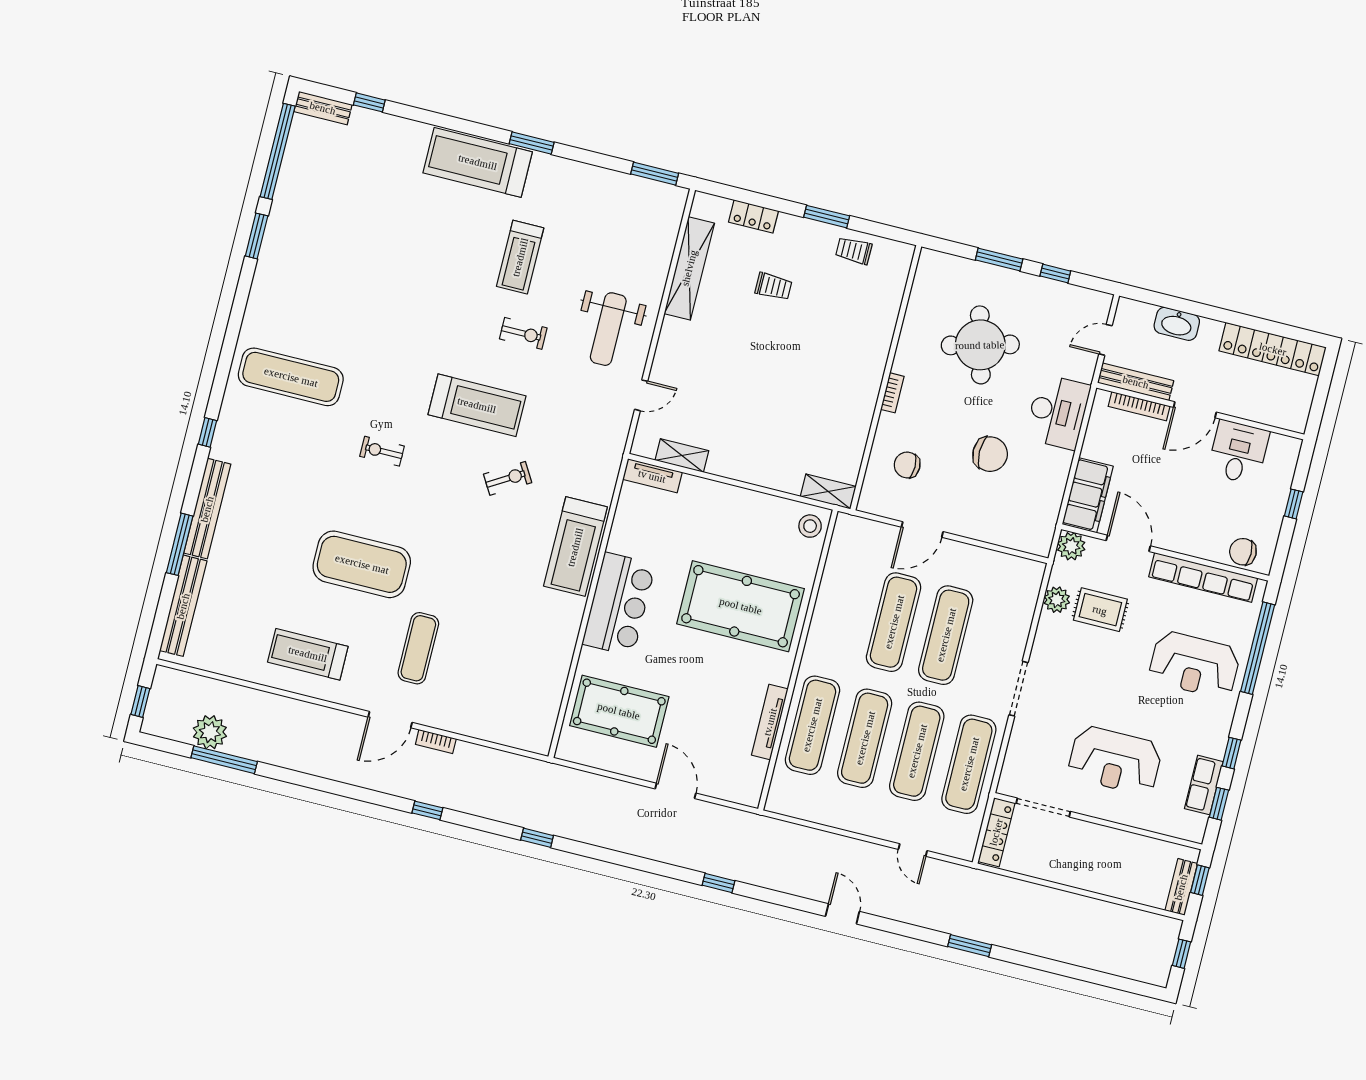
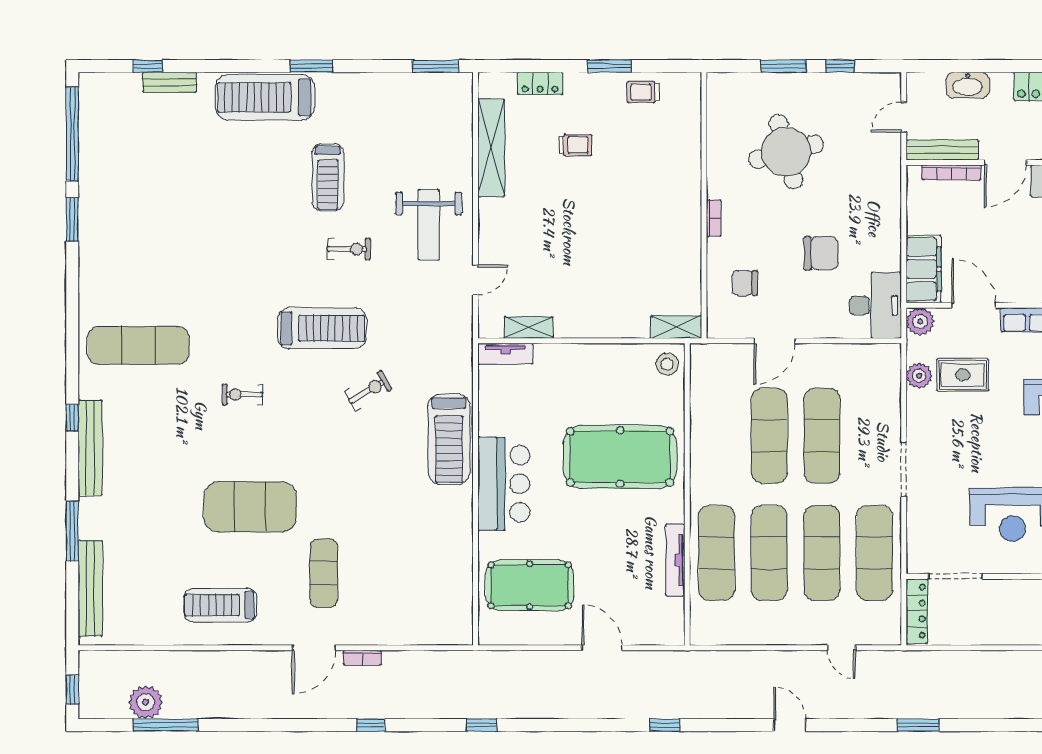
bench: (323, 108) -> (170, 82), moved
desk: (1058, 412) -> (875, 305), moved
bench: (207, 509) -> (90, 448), moved

